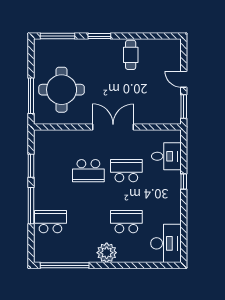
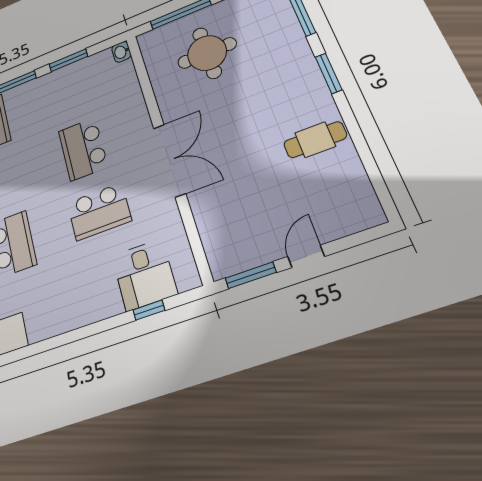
round table: (62, 90) -> (207, 53), width x0.73, depth x0.73
washbasin: (40, 135) -> (121, 52), added
school desk: (126, 171) -> (99, 212), turned 90
window: (184, 182) -> (149, 310), moved

